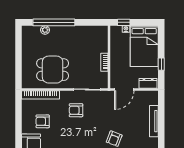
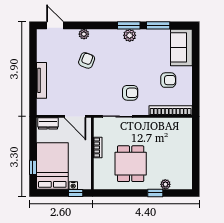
window: (54, 22) -> (155, 193), width x0.32
window: (161, 64) -> (33, 167), moved
dining table: (53, 70) -> (131, 164), moved, turned 90
door: (124, 89) -> (75, 116), swing flipped

